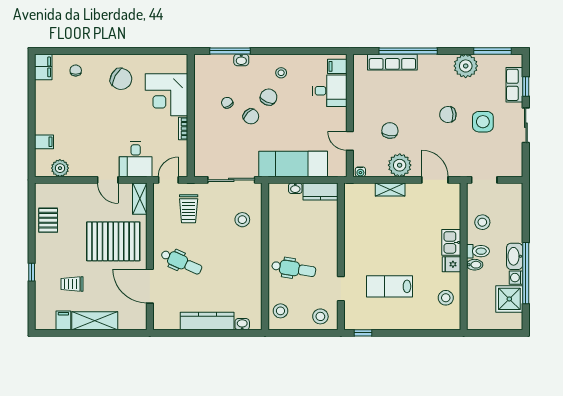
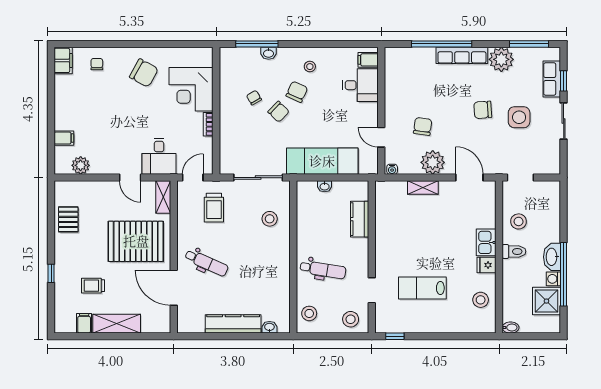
row of seats: (392, 62) -> (462, 55), moved
kitchen counter: (320, 192) -> (360, 219), moved, turned 90
bidet: (475, 265) -> (511, 328), moved

